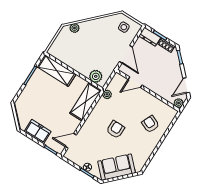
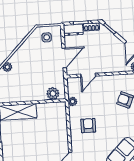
door: (126, 54) -> (64, 58), hinge flipped
shelving: (86, 102) -> (60, 120), removed
armchair: (116, 129) -> (88, 126), moved

